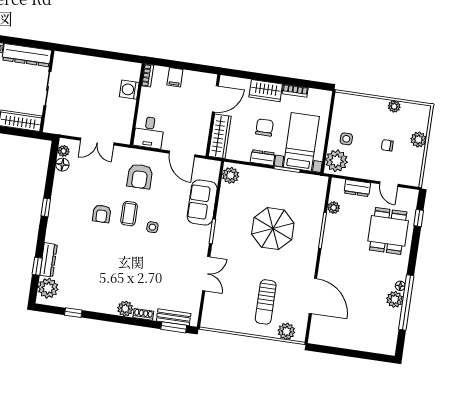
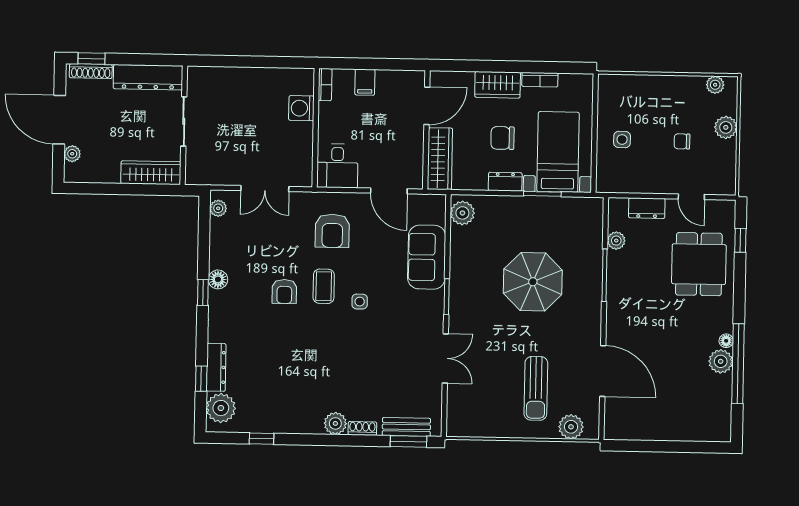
plant: (394, 106) -> (715, 85), moved
chair: (265, 127) -> (503, 138), turned -90
plant: (337, 161) -> (612, 173), removed
floor lamp: (62, 165) -> (218, 279), moved

